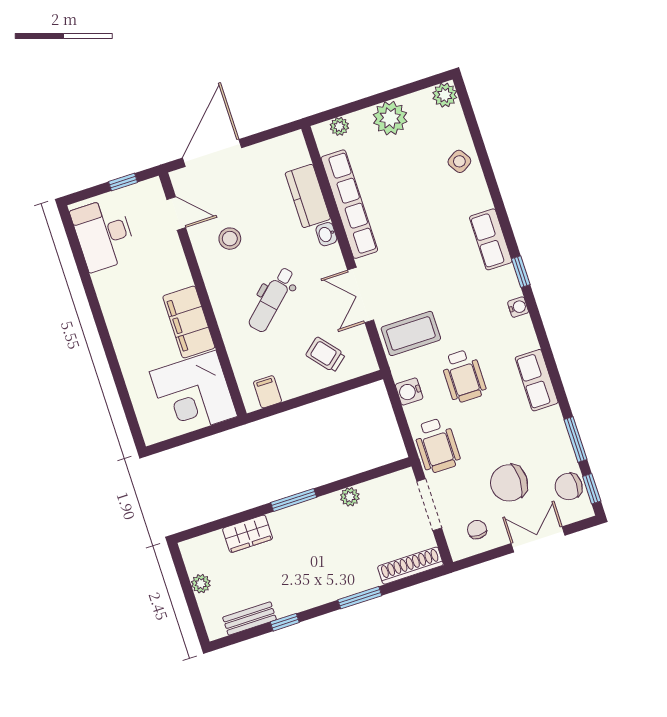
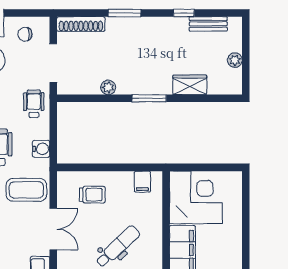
trolley: (326, 355) -> (92, 195), turned -50
wheelchair: (437, 445) -> (34, 104), width x0.73, depth x0.73
chair: (477, 530) -> (25, 34), turned 90

